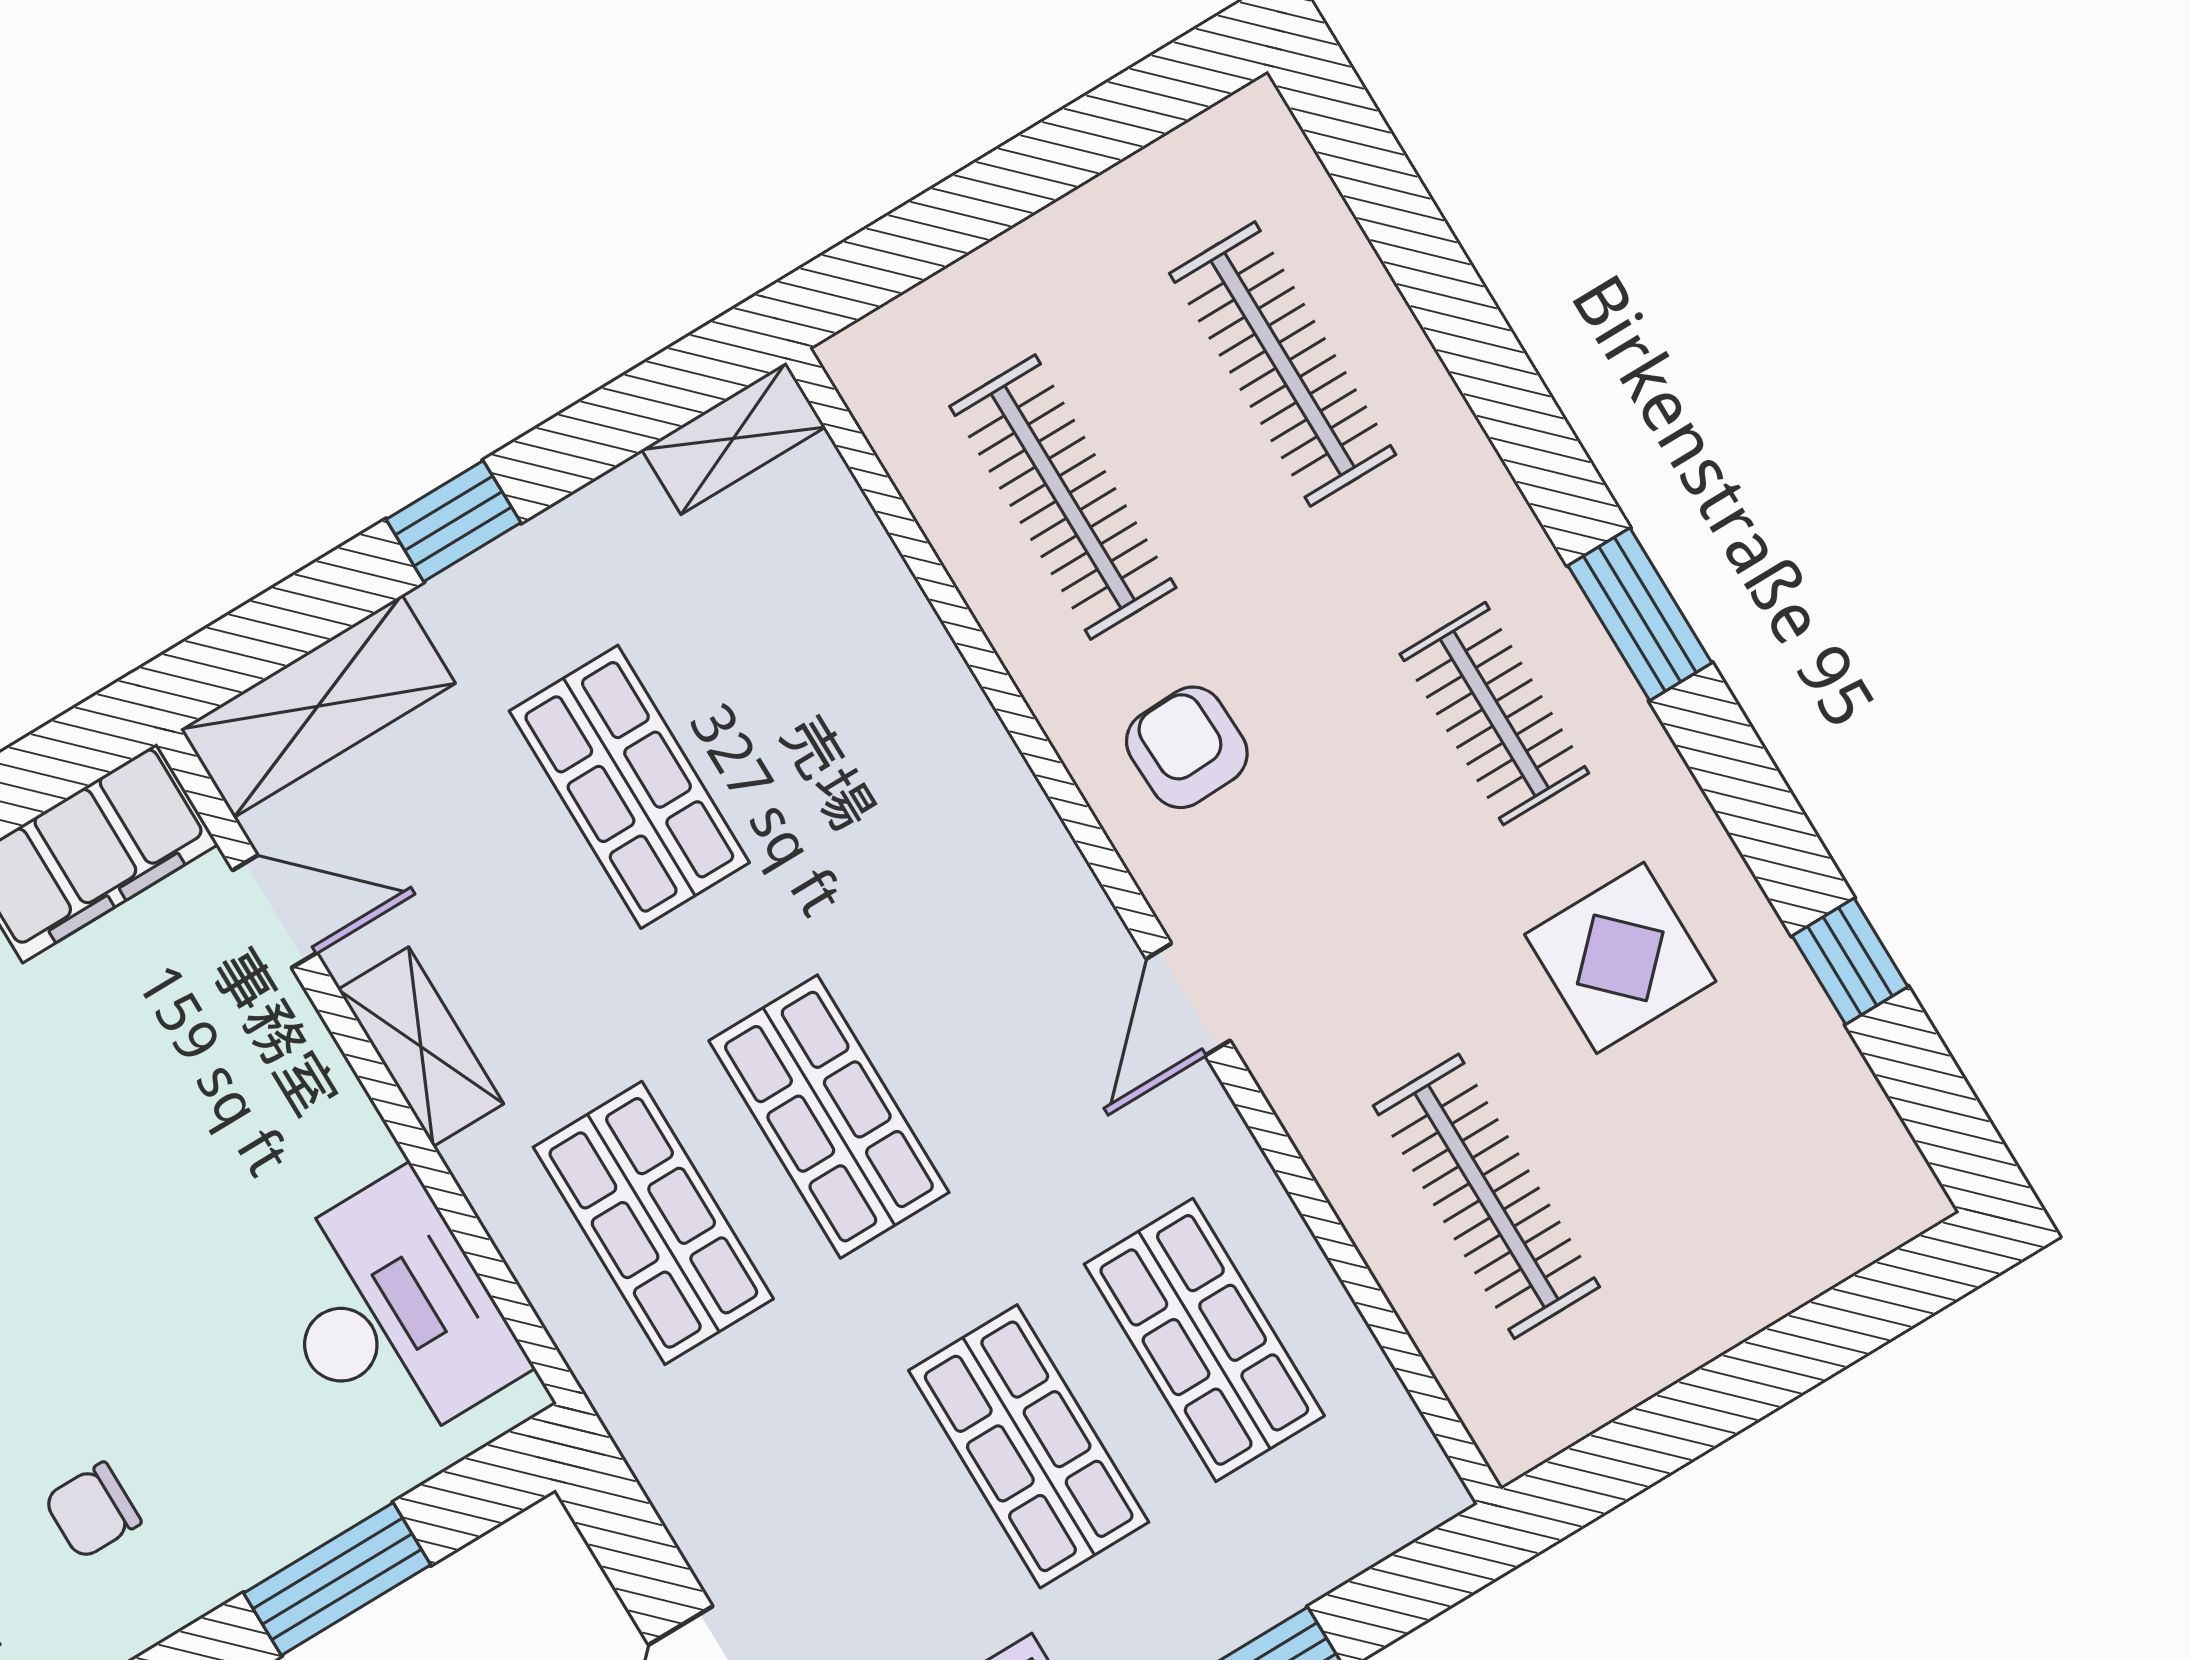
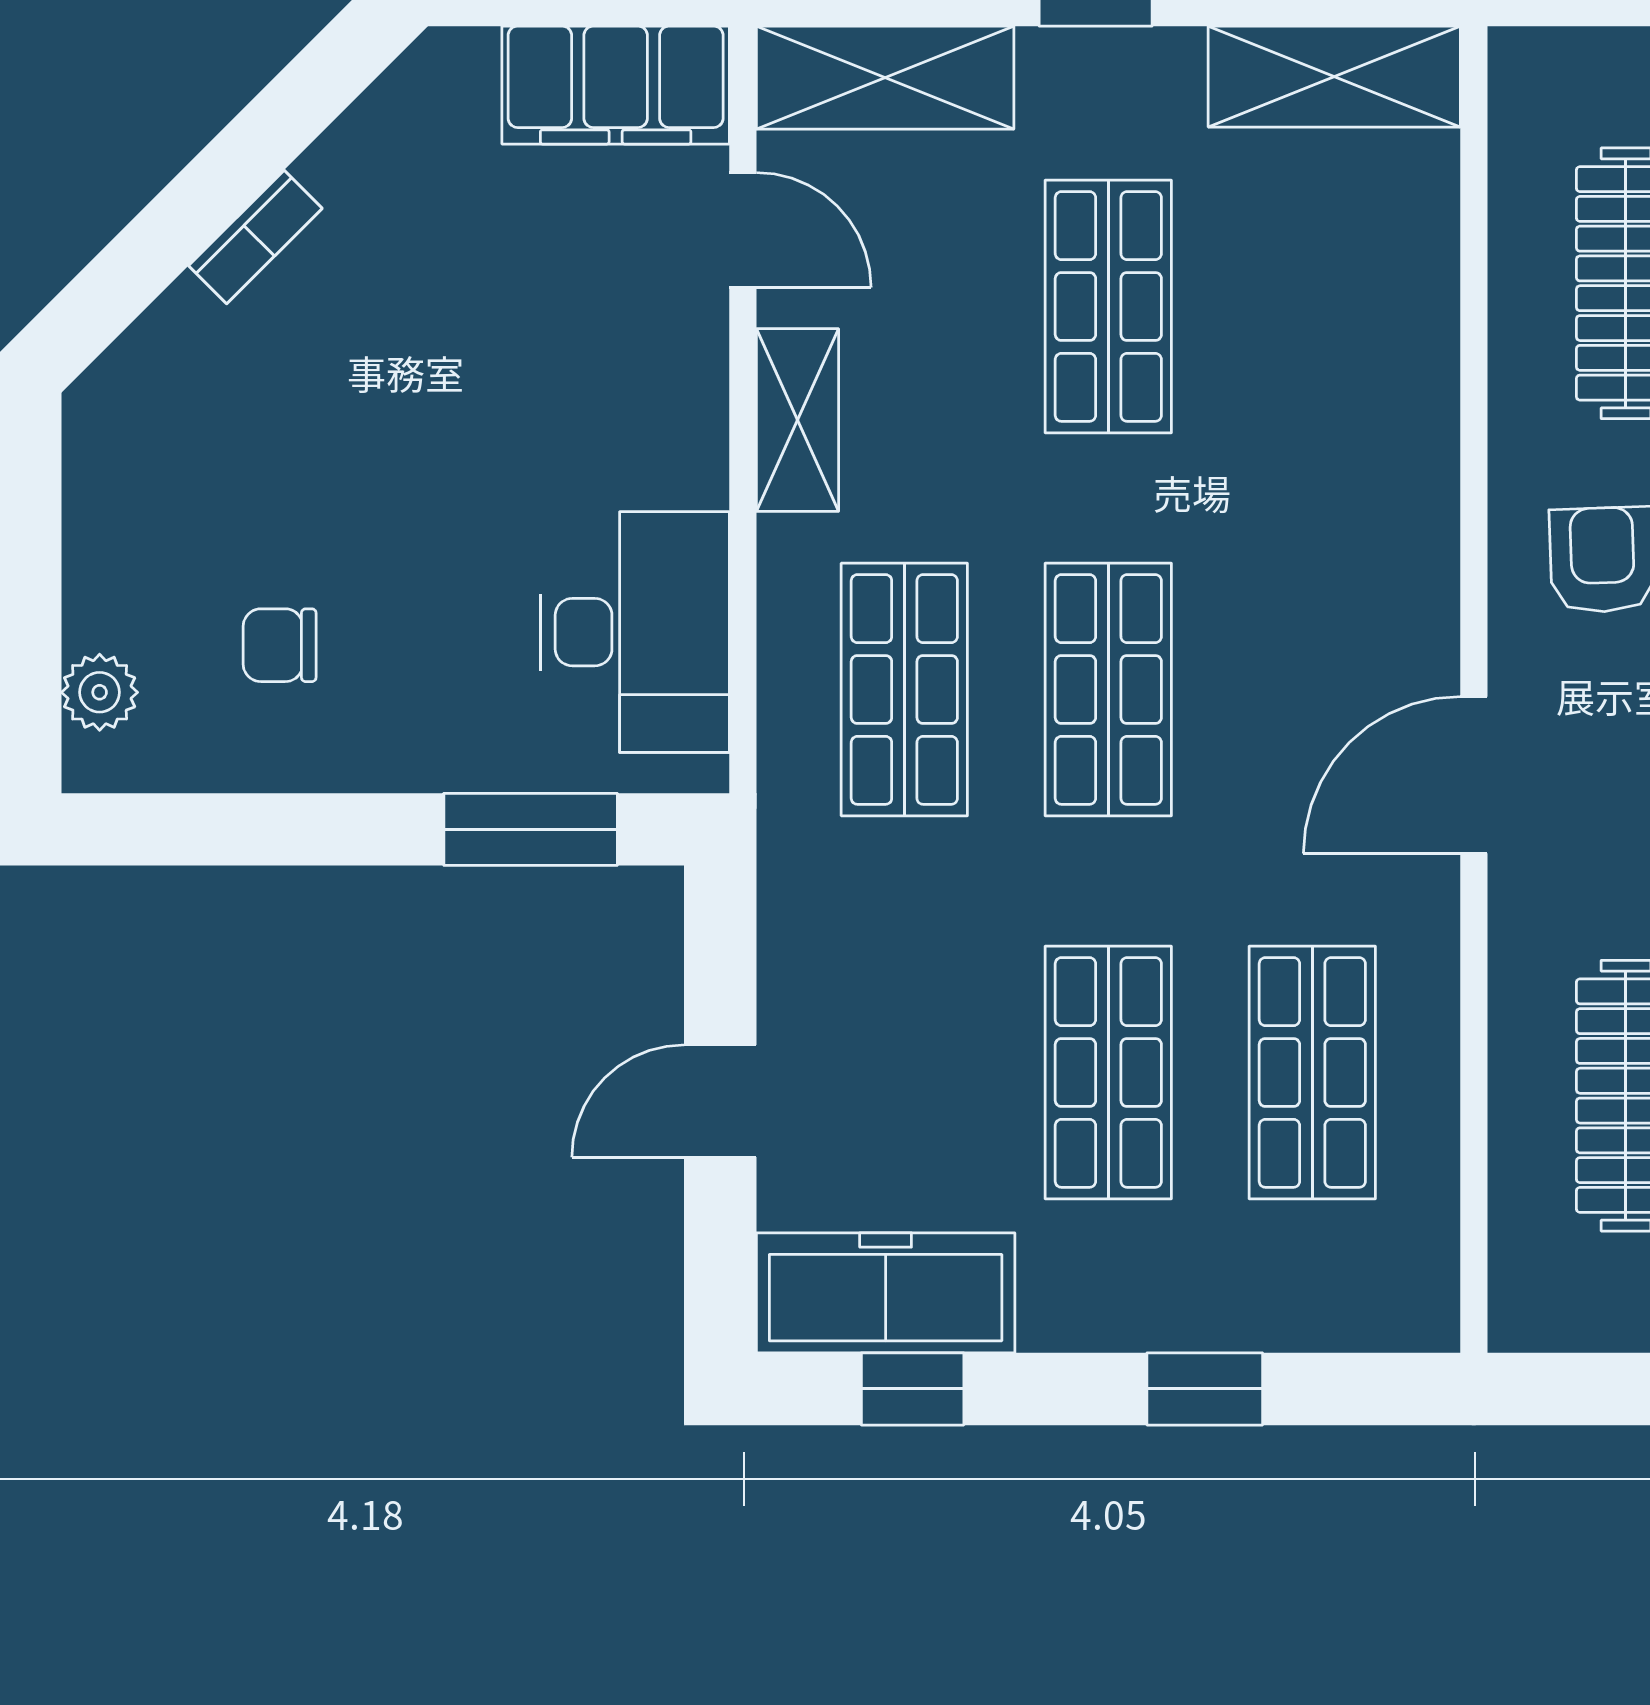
shelving: (734, 438) -> (1334, 77), width x1.50, depth x1.33
door: (1188, 1000) -> (1474, 775), width x1.38
window: (337, 1579) -> (531, 829), moved

